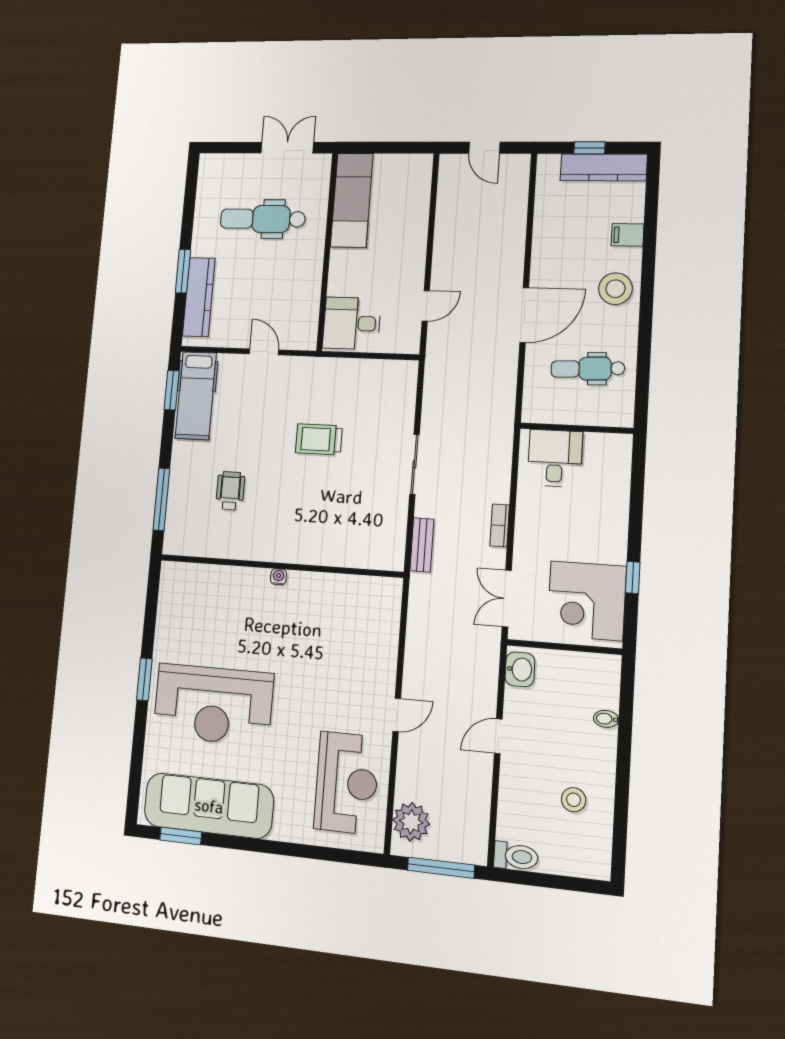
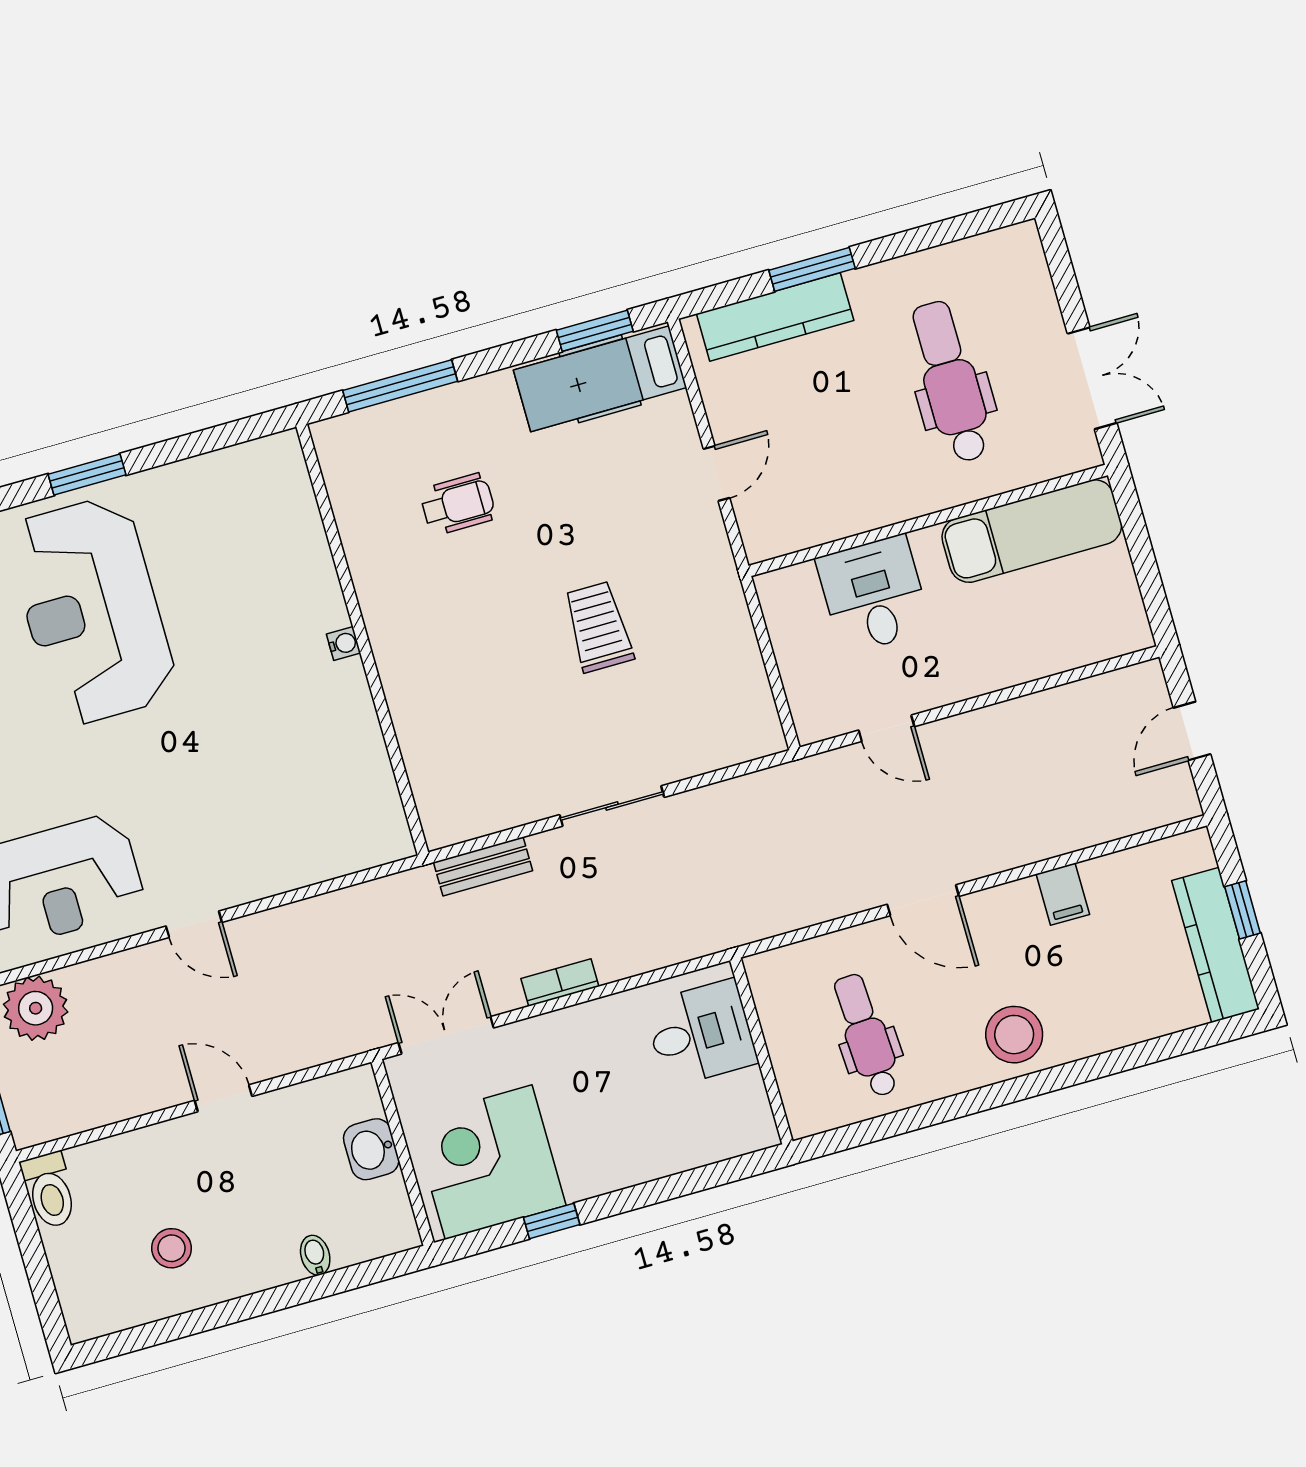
filing cabinet: (627, 235) -> (1063, 894), moved, turned 180
door: (524, 315) -> (923, 900), width x0.73
desk: (352, 323) -> (874, 594), moved
washbasin: (520, 669) -> (371, 1149), moved, turned 90

